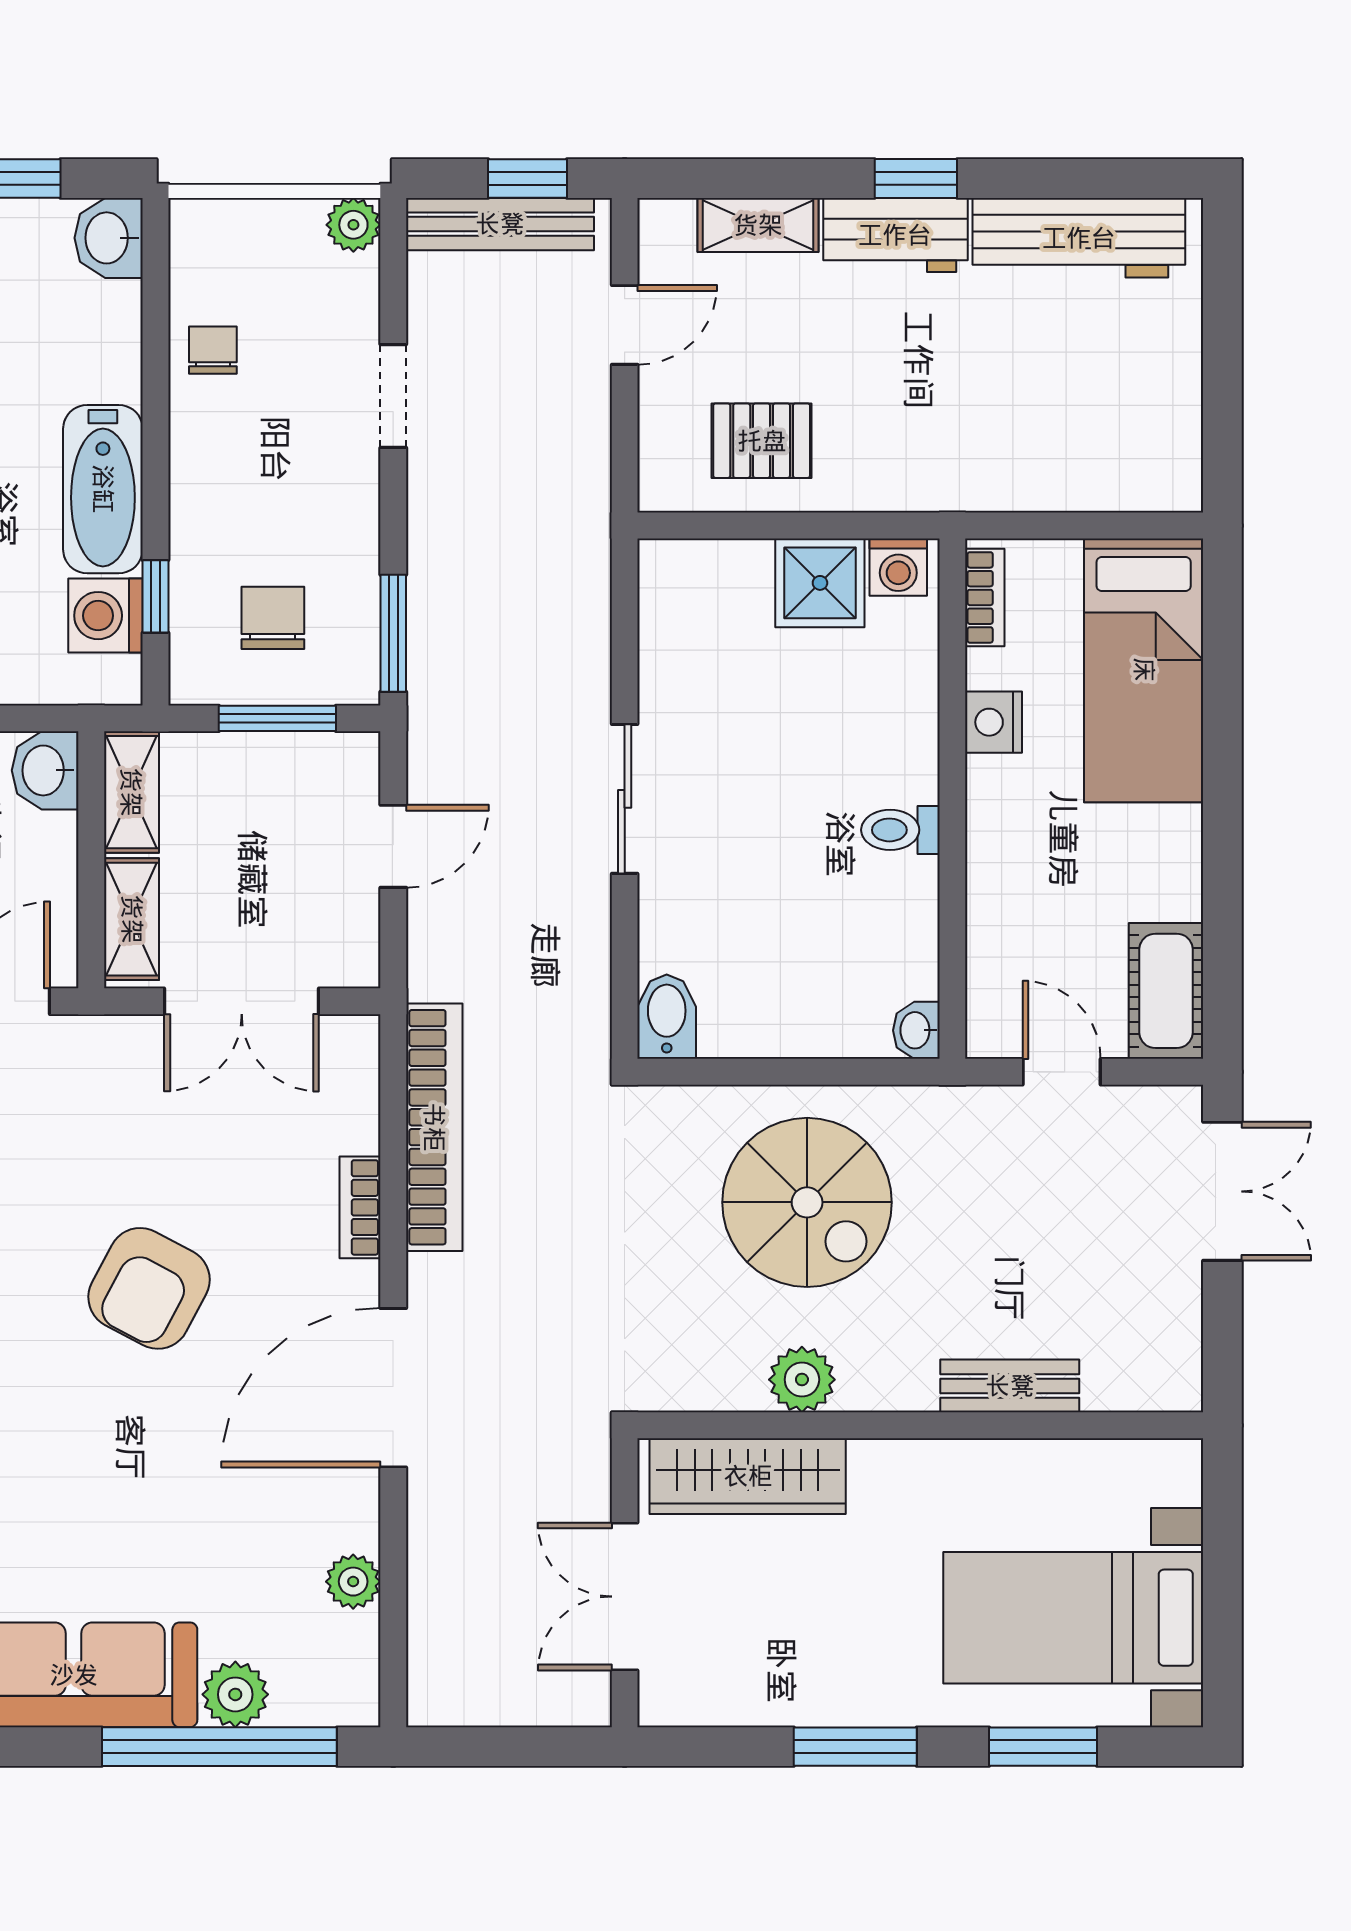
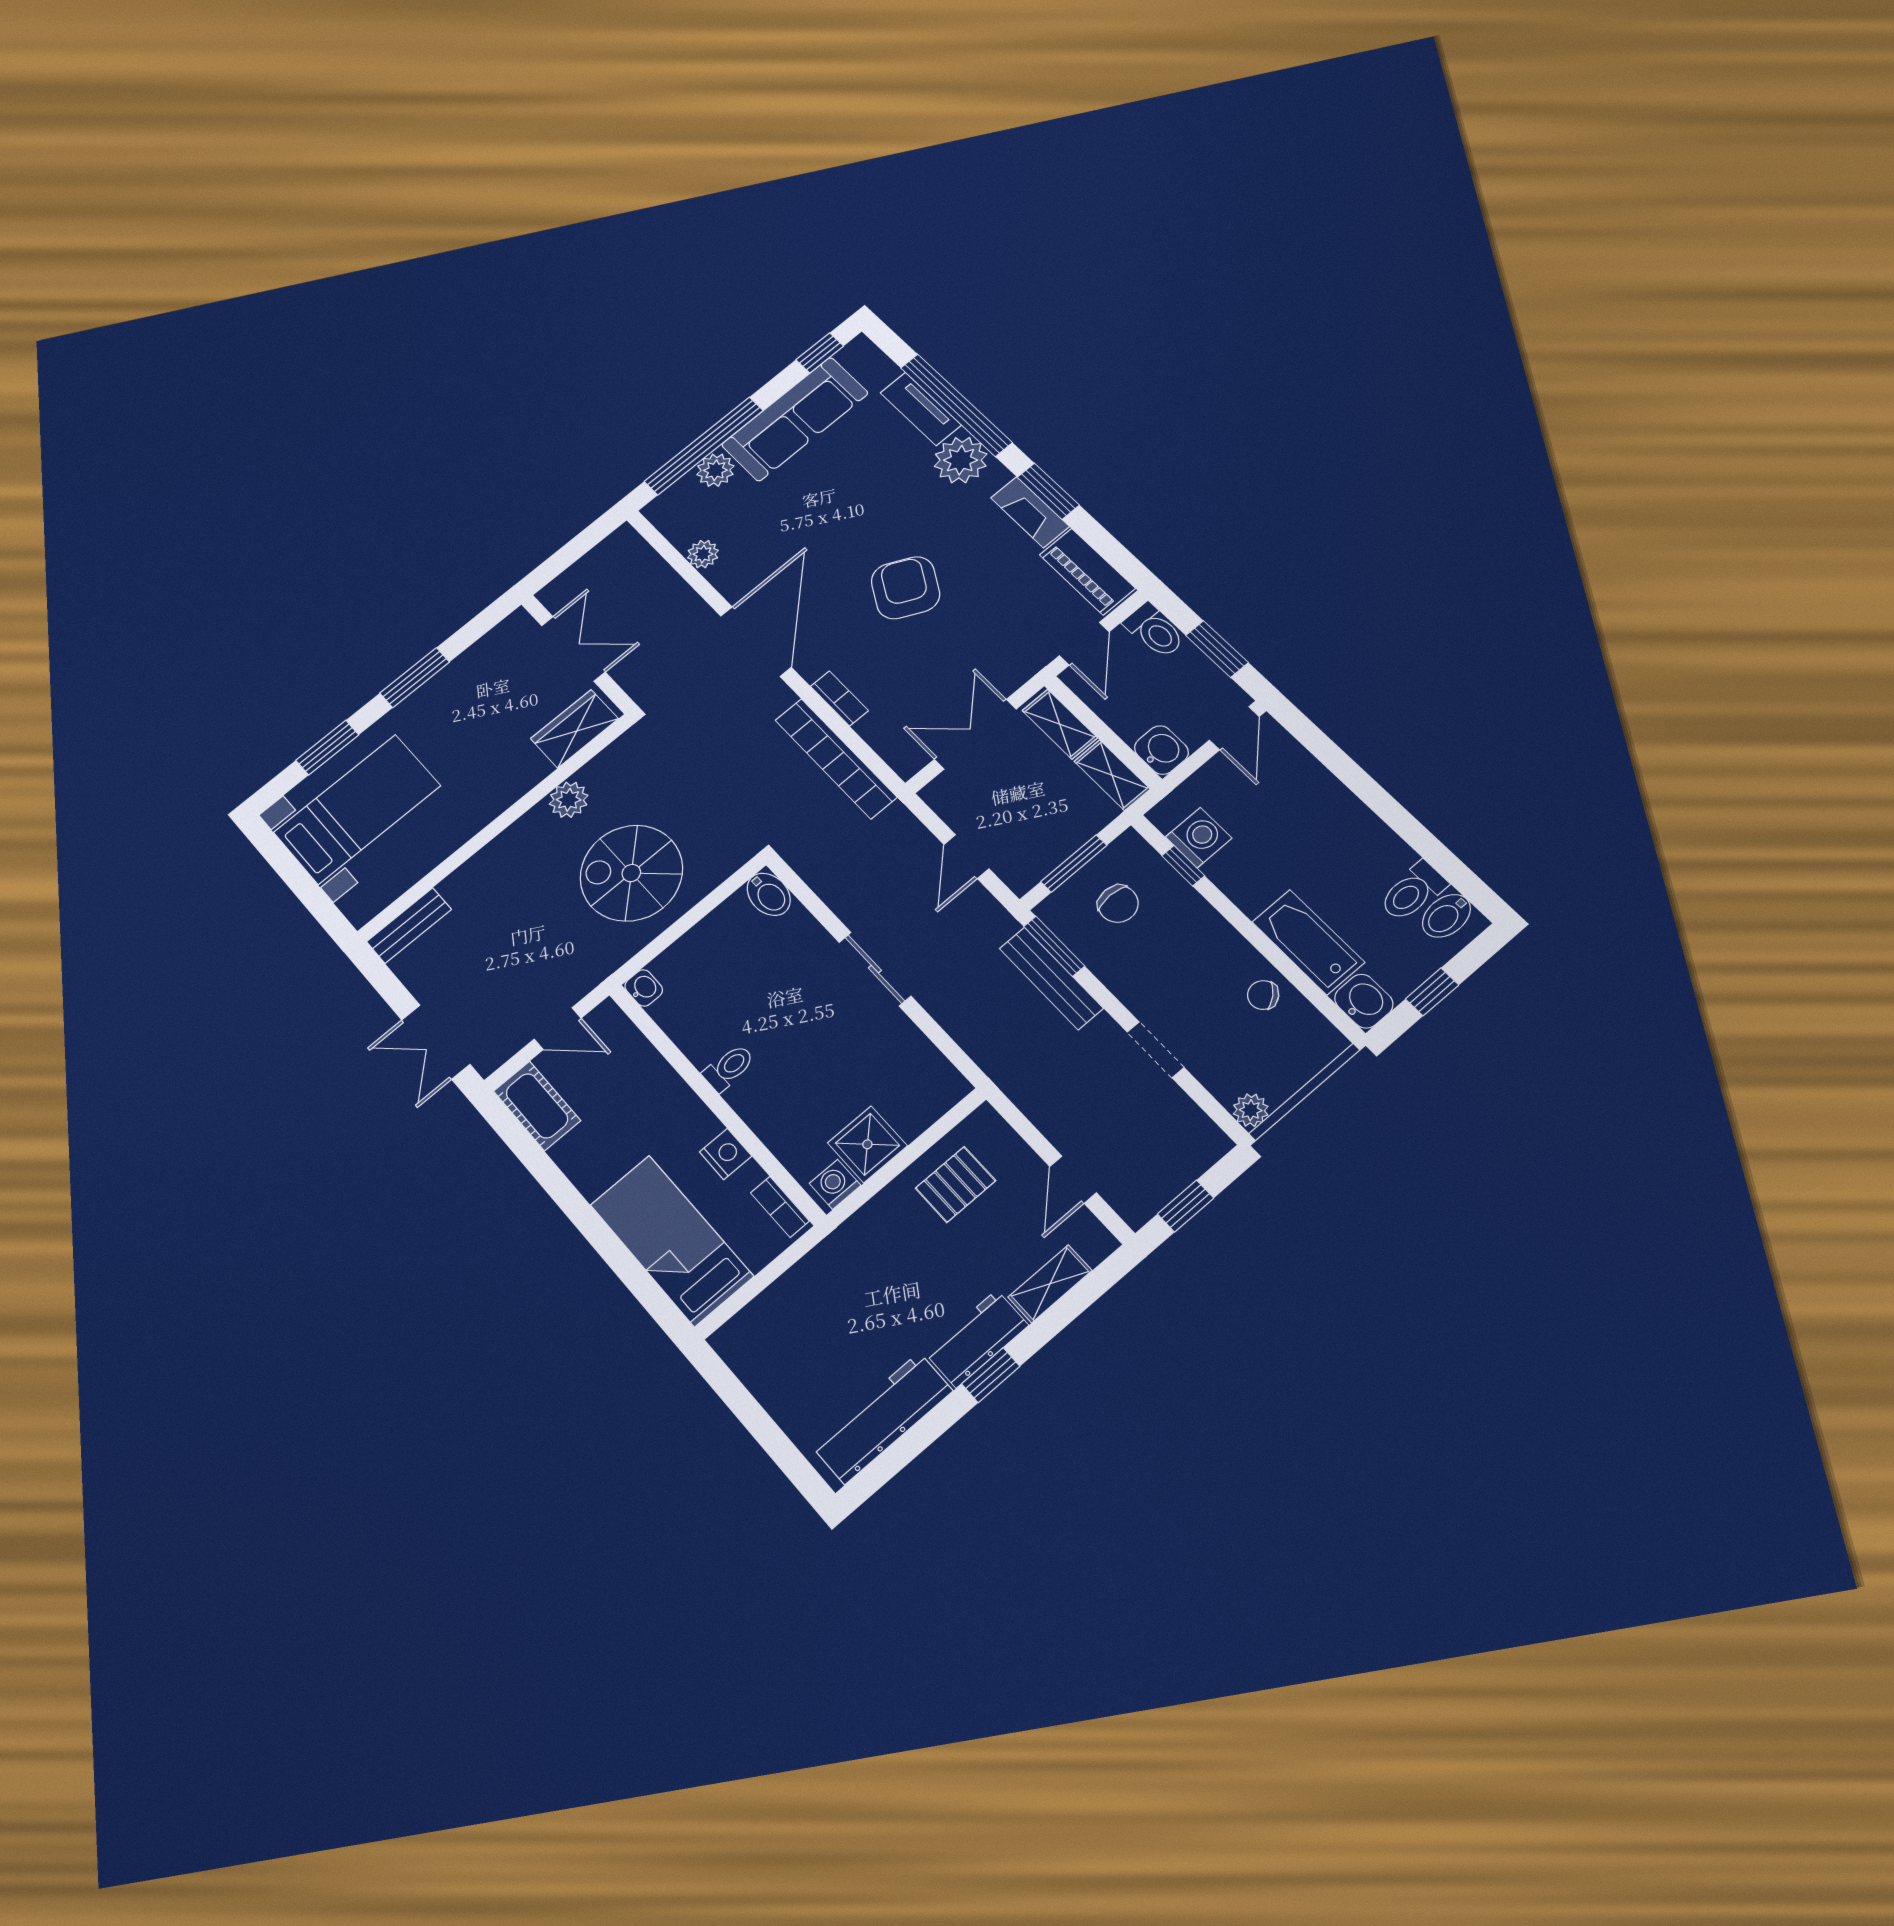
bench: (500, 224) -> (1051, 978), moved, turned 90
chair: (213, 350) -> (1263, 995), turned 139
bathtub: (103, 489) -> (1308, 942), moved
bench: (1010, 1386) -> (409, 925), moved
wardrobe: (748, 1476) -> (574, 729), width x0.67

